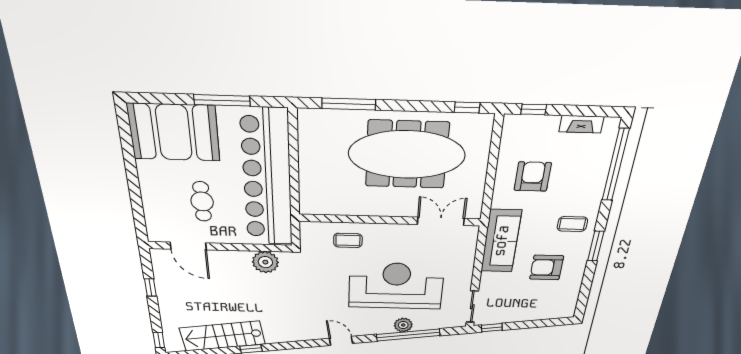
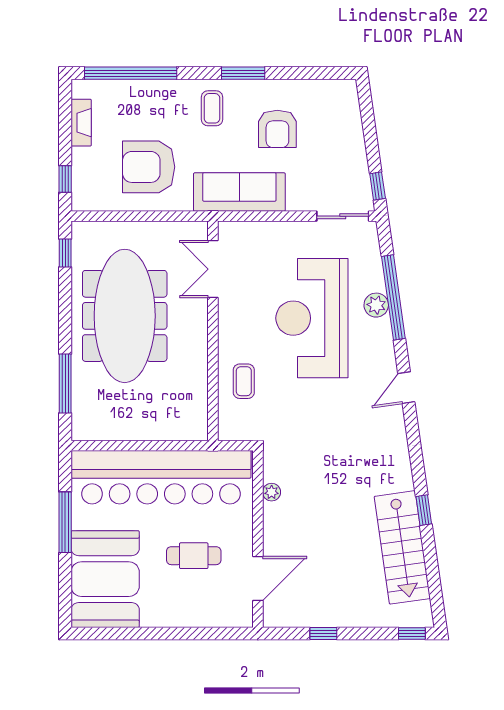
armchair: (533, 177) -> (149, 167), width x1.36, depth x1.36
plant: (265, 262) -> (272, 492), width x0.53, depth x0.53

